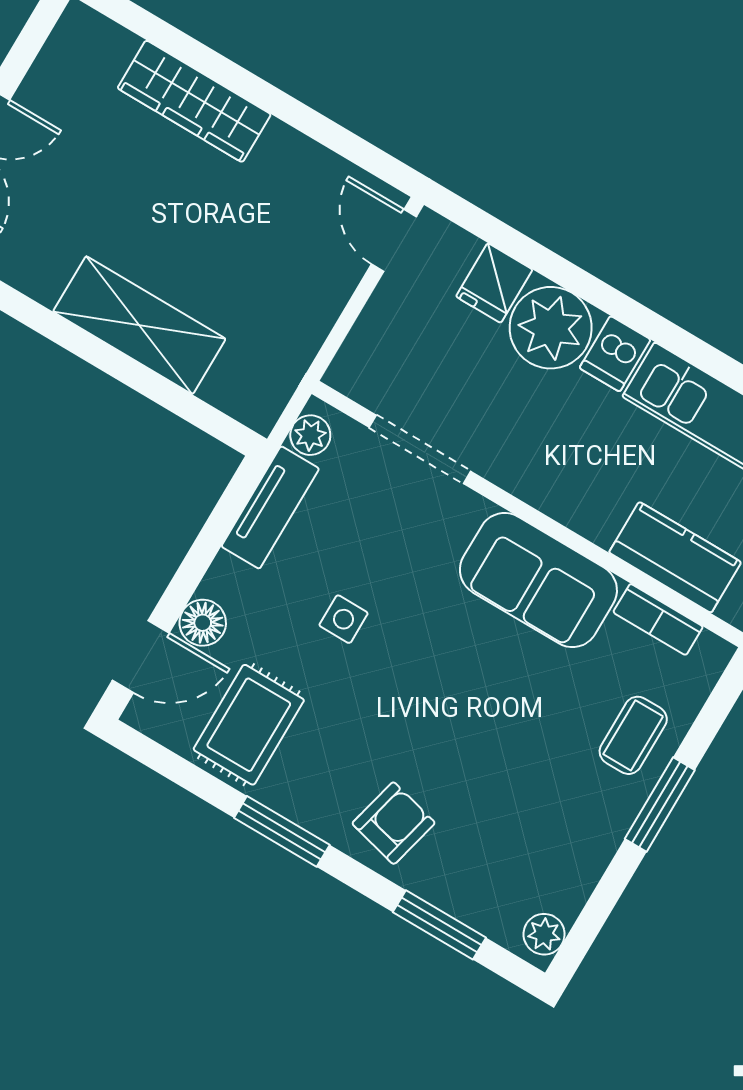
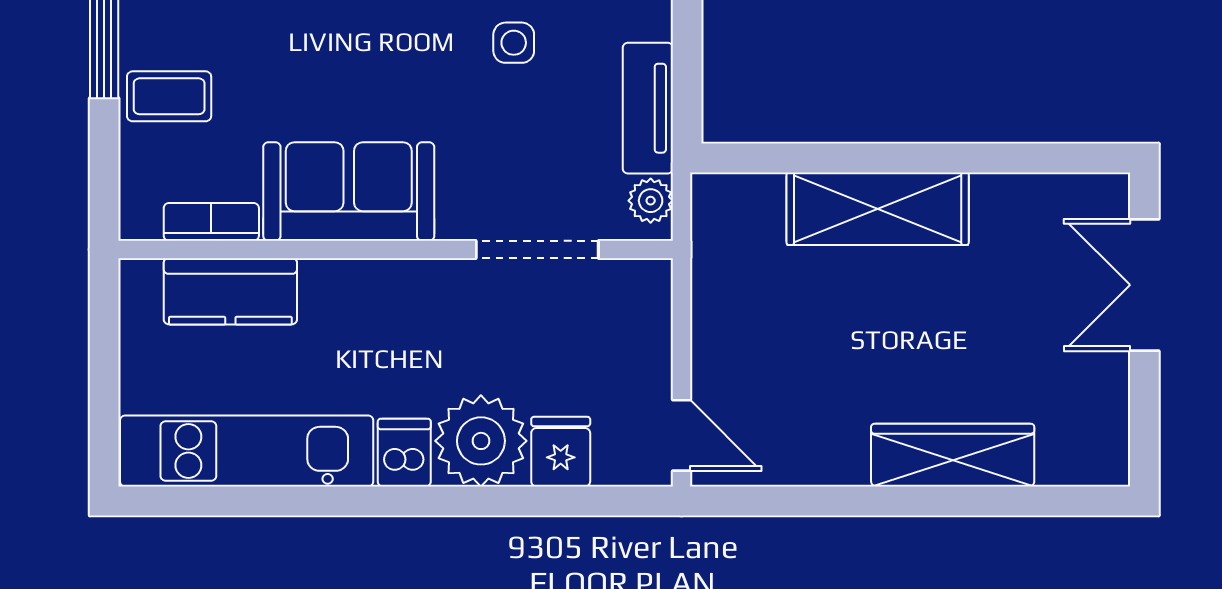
coffee table: (633, 735) -> (169, 96), turned 90

